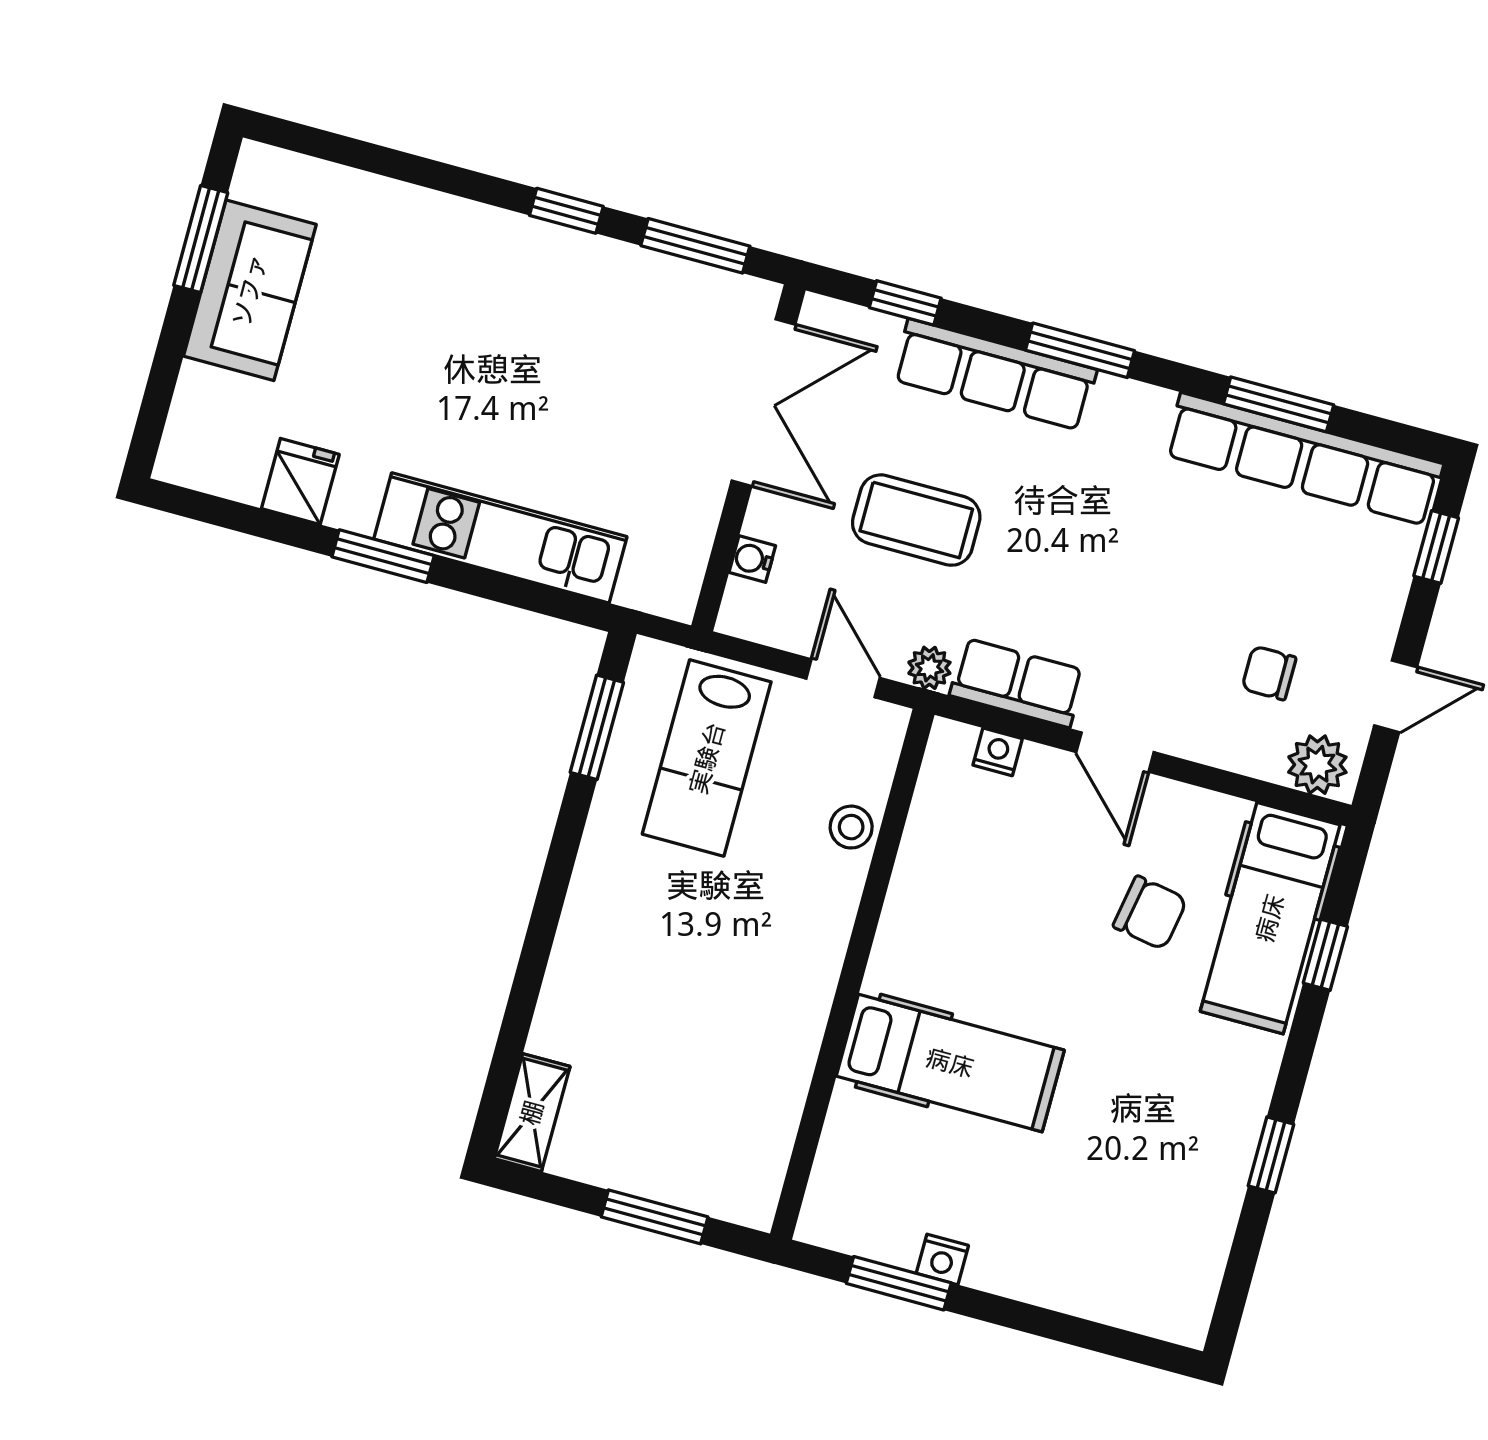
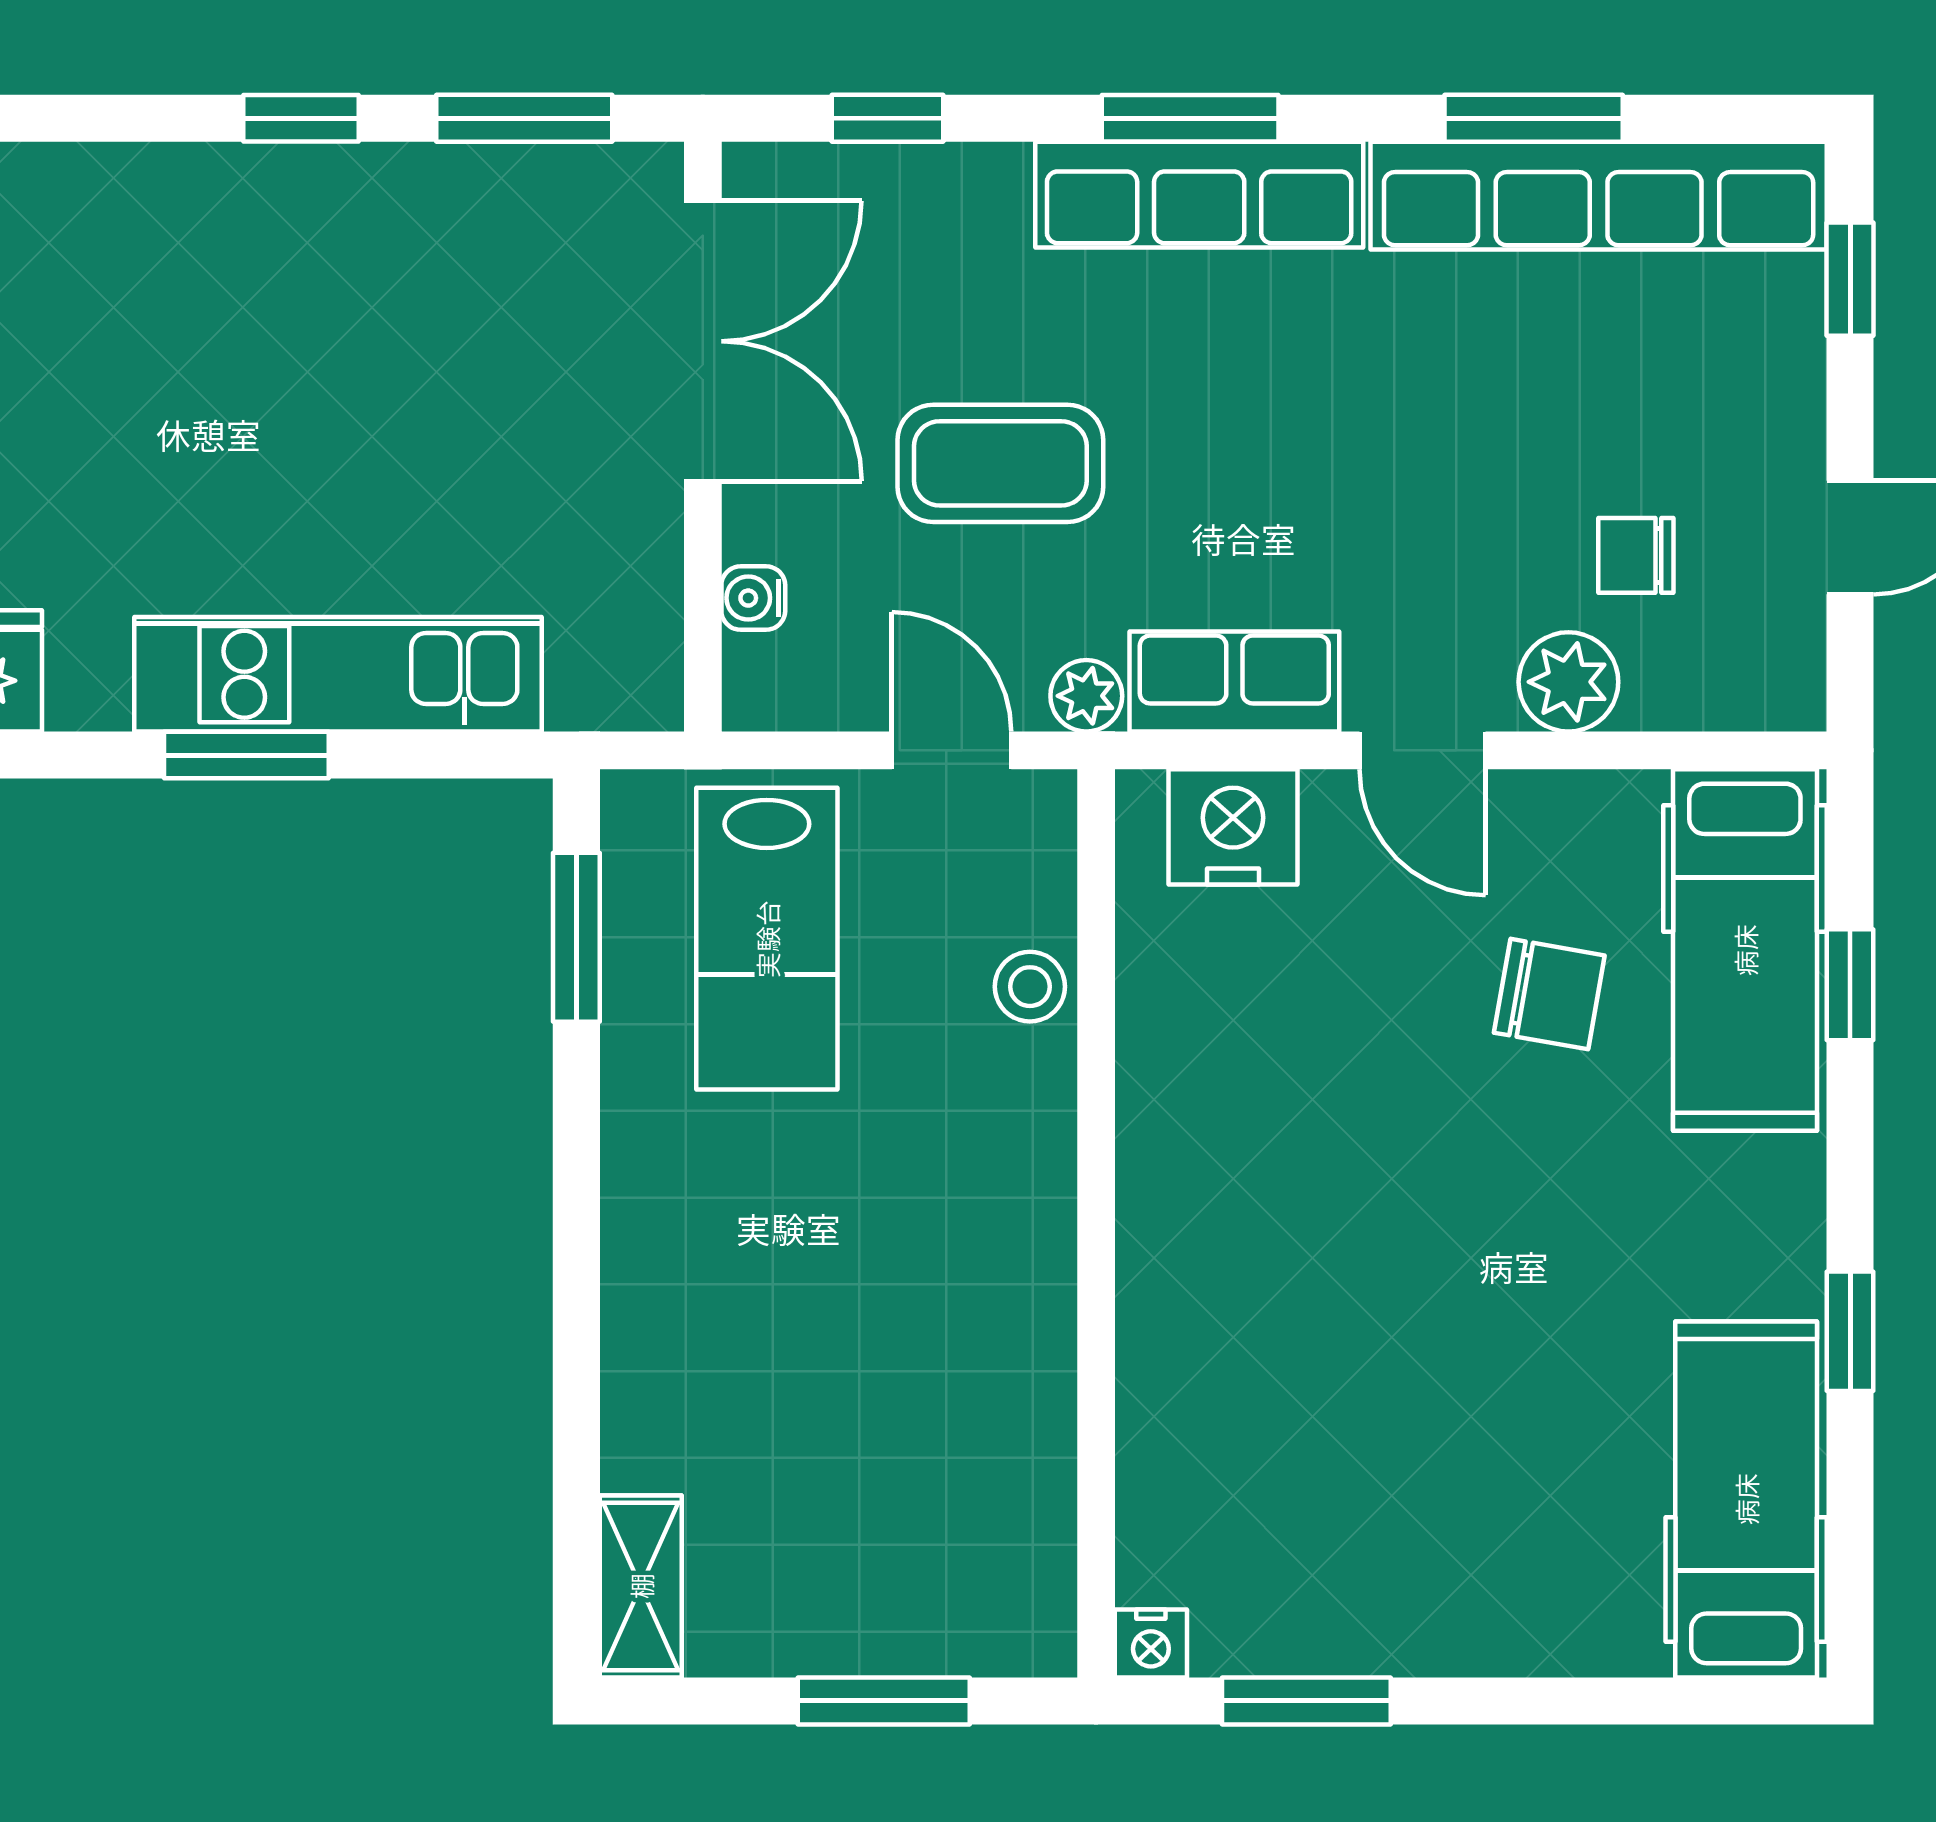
row of seats: (995, 375) -> (1199, 195), moved
window: (383, 556) -> (246, 755), moved
nightstand: (998, 752) -> (1233, 827), width x1.89, depth x1.79
plant: (1317, 765) -> (1568, 682), moved
hospital bed: (950, 1063) -> (1746, 1499), moved, turned -90
nightstand: (942, 1259) -> (1151, 1643), moved

